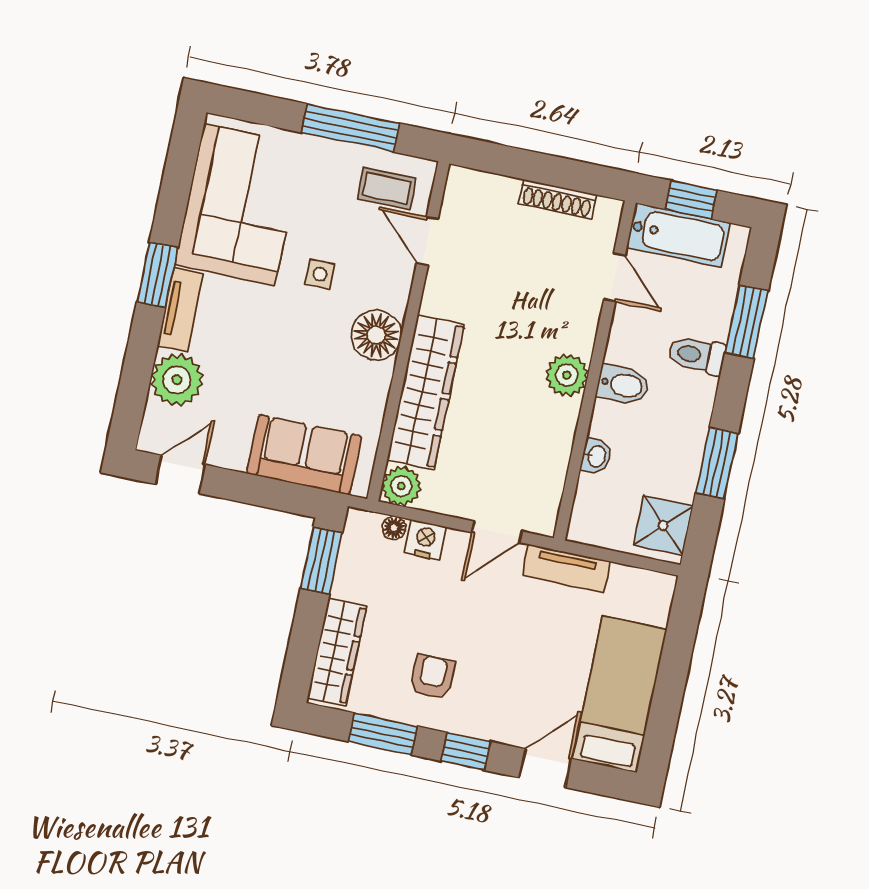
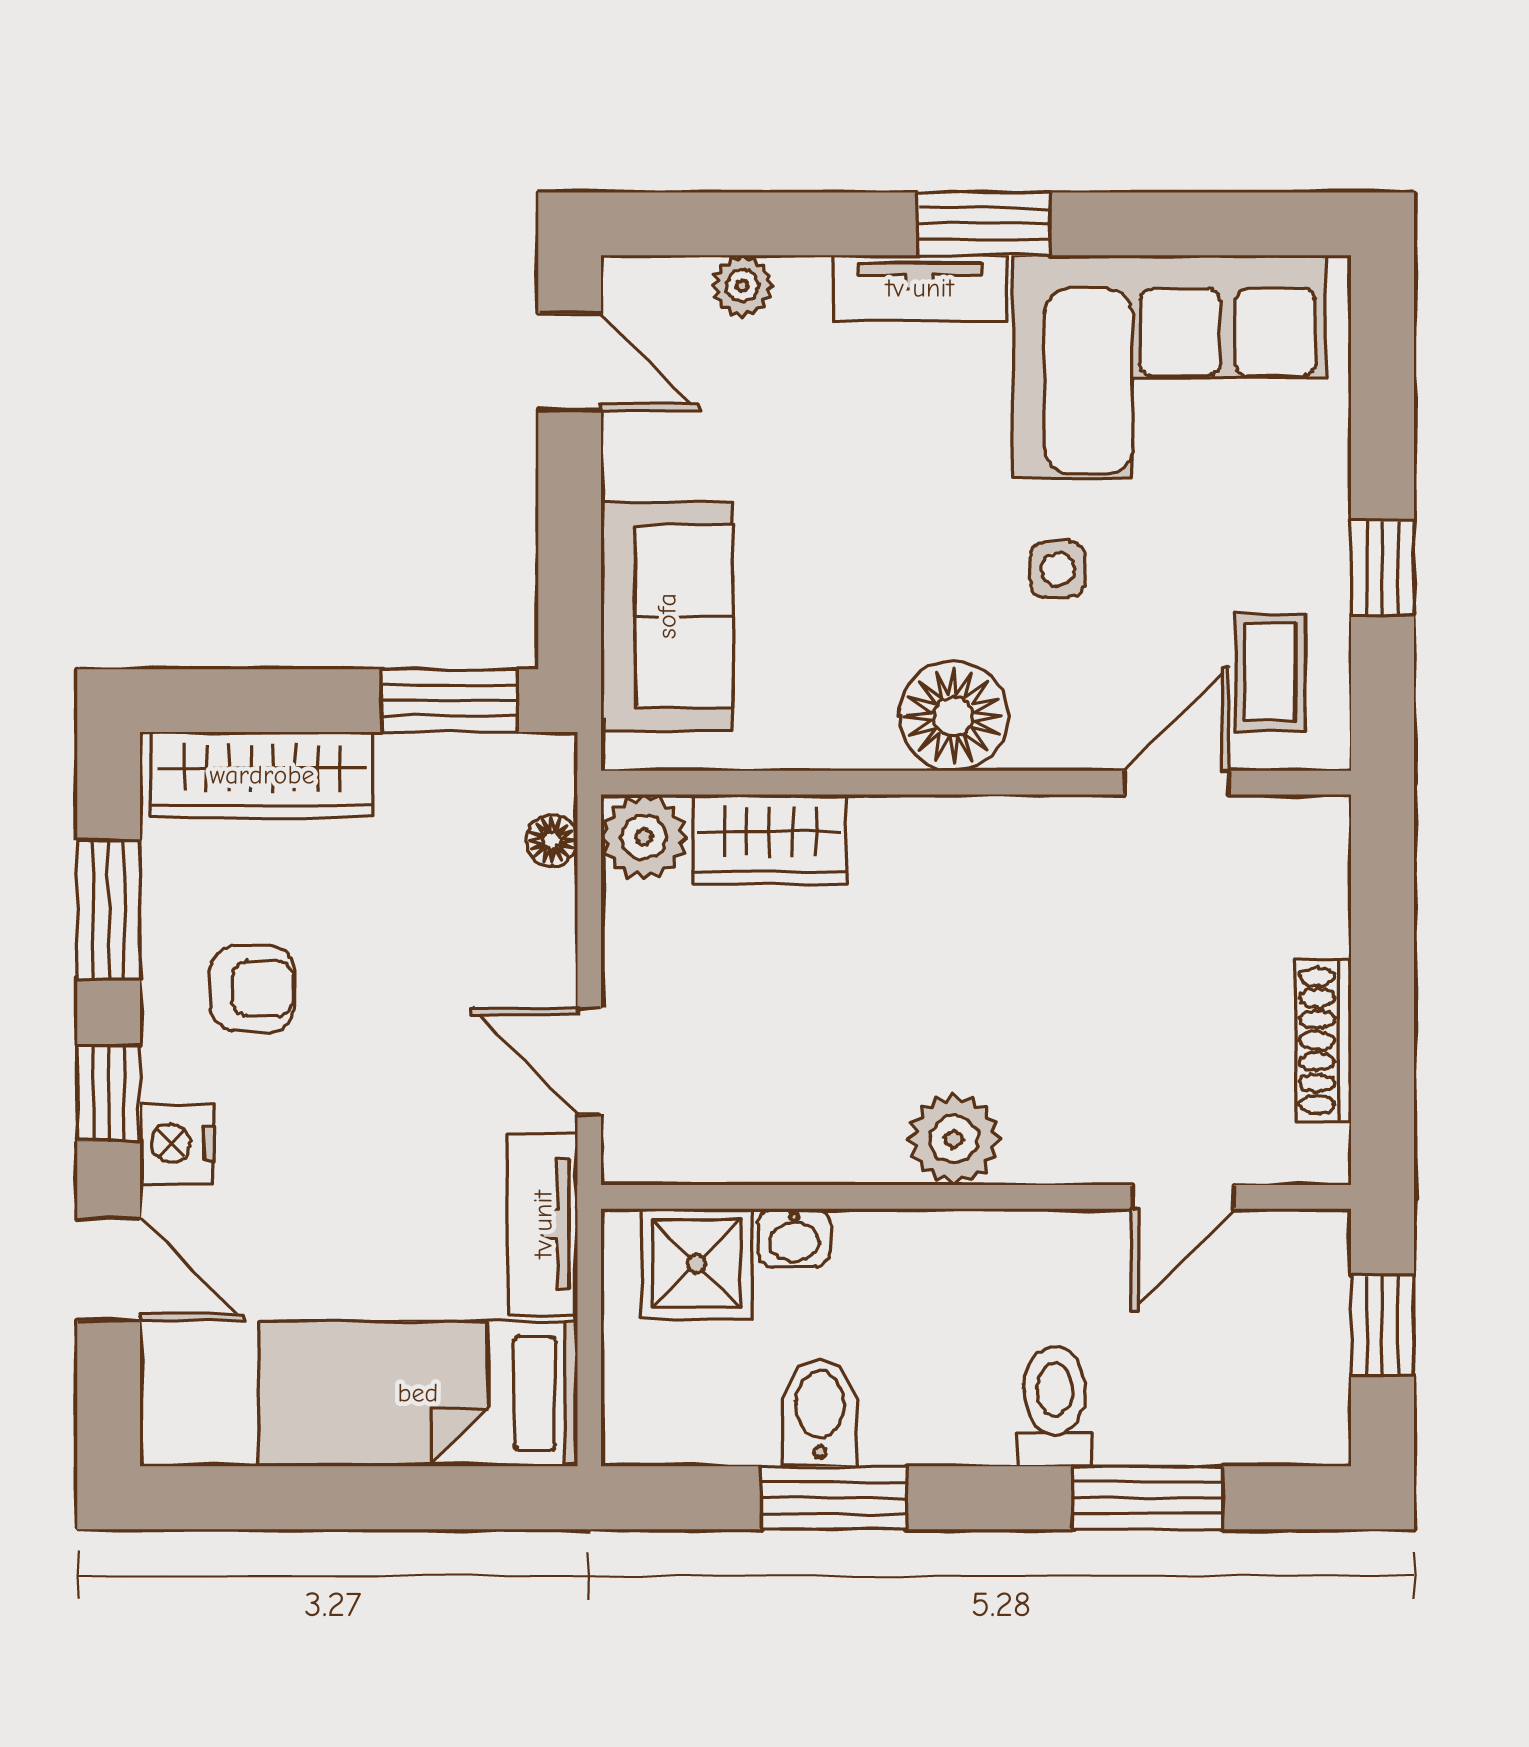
window: (350, 128) -> (1383, 568), width x0.46
bathtub: (678, 235) -> (1302, 1314), removed
plant: (177, 380) -> (743, 286), width x0.53, depth x0.53
bidet: (623, 385) -> (820, 1412), moved, turned 180
wardrobe: (426, 392) -> (770, 839), width x0.48, depth x0.85
shower: (663, 525) -> (697, 1264), moved
nightstand: (425, 540) -> (177, 1143), moved, turned 180
bed: (620, 694) -> (418, 1393), moved, turned 180

